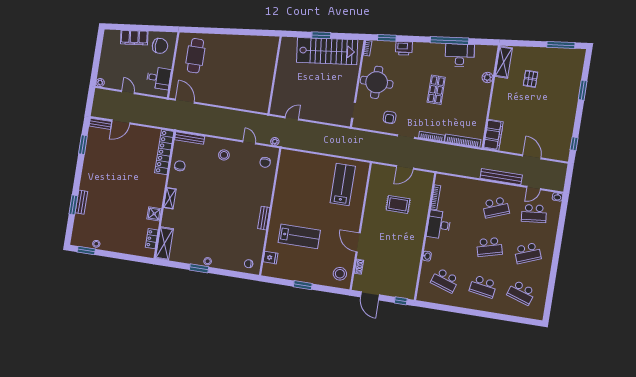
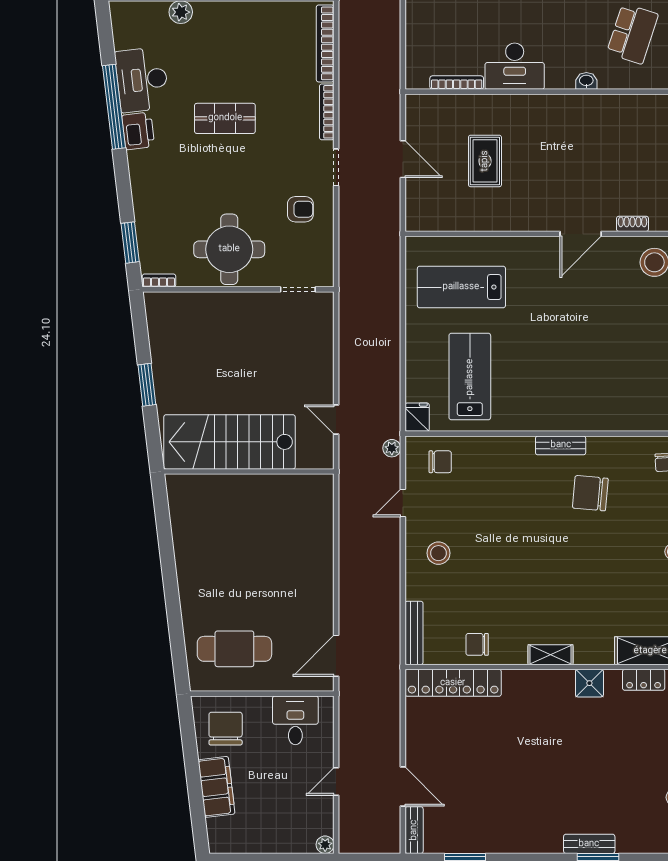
printer: (404, 48) -> (138, 131), moved
stairs: (327, 51) -> (229, 442), moved, turned -83
chair: (240, 228) -> (590, 493), added
lab bench: (299, 236) -> (470, 377), moved
fridge: (271, 258) -> (417, 417), moved

